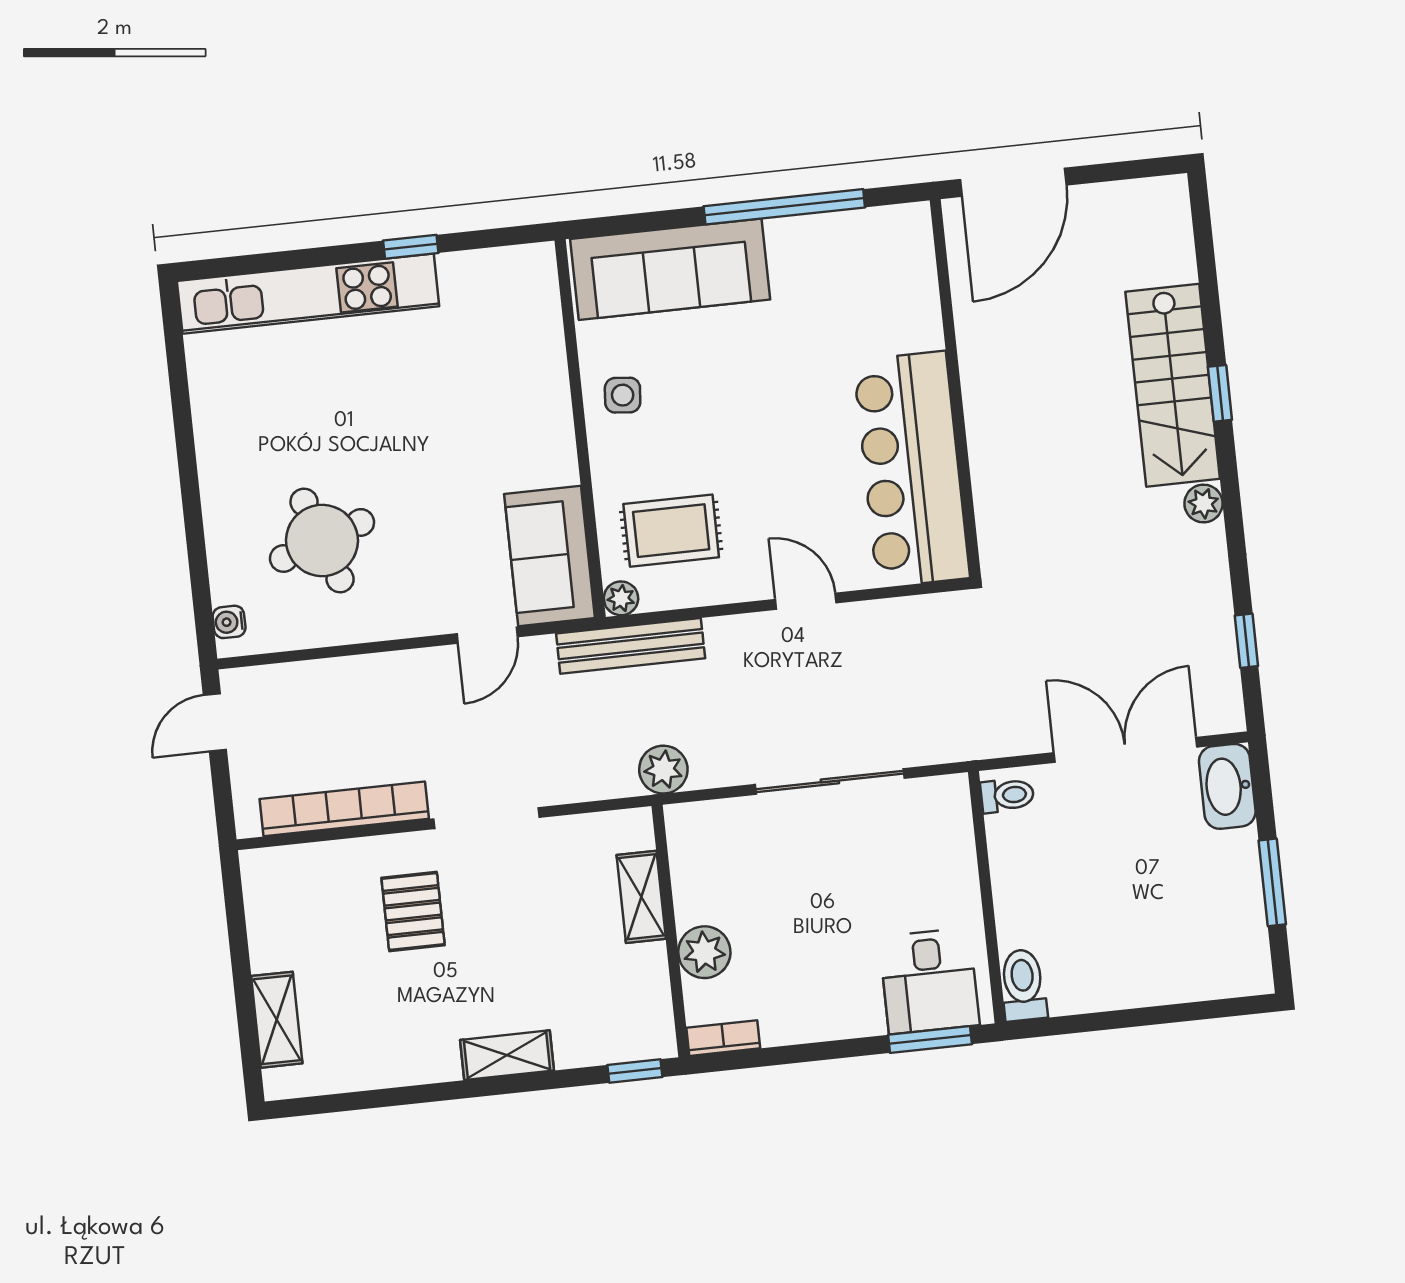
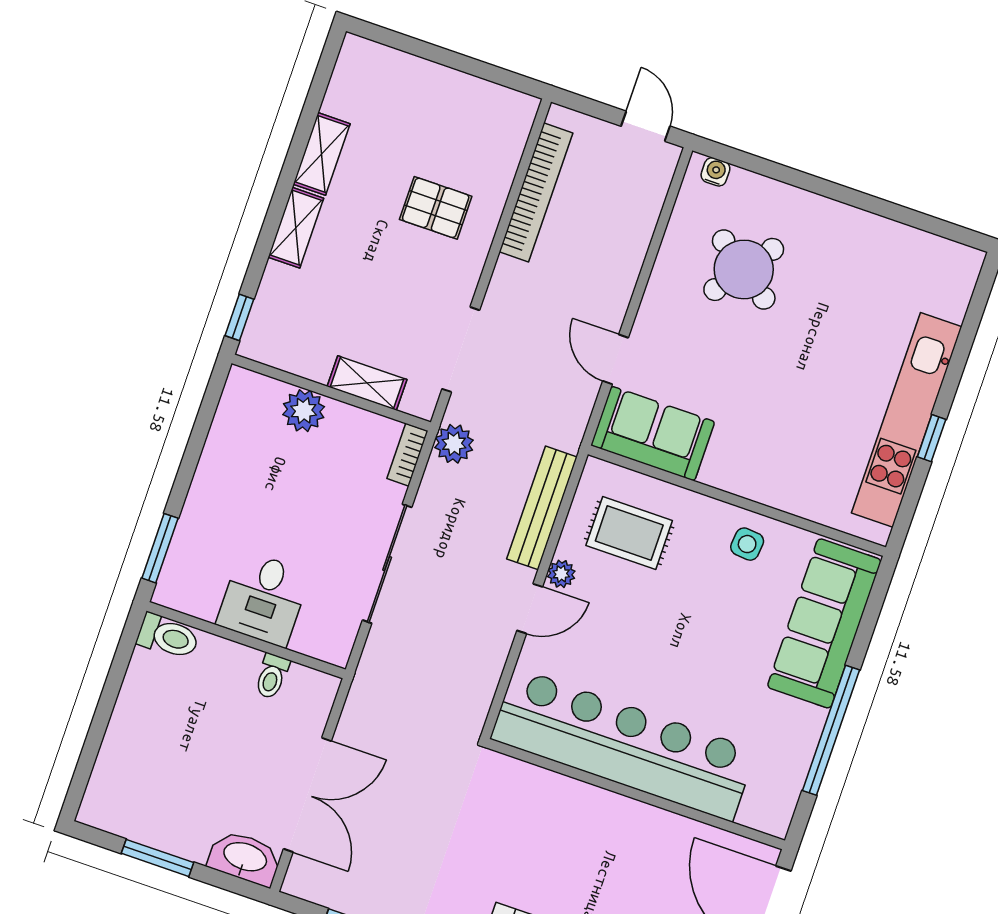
kitchen unit: (308, 294) -> (907, 420), moved
bar counter: (912, 469) -> (623, 745), width x1.36
rug: (671, 531) -> (629, 533), turned 90
round table: (322, 540) -> (744, 269), turned -35
plant: (621, 598) -> (561, 574), moved
bench: (631, 646) -> (542, 508), moved
toilet: (1007, 795) -> (272, 676), moved
doorway: (486, 818) -> (461, 350), moved
desk: (929, 981) -> (263, 599), moved, turned -90
shelving: (277, 1020) -> (322, 154), moved, turned 90
bookcase: (723, 1038) -> (407, 455), moved, turned 180

